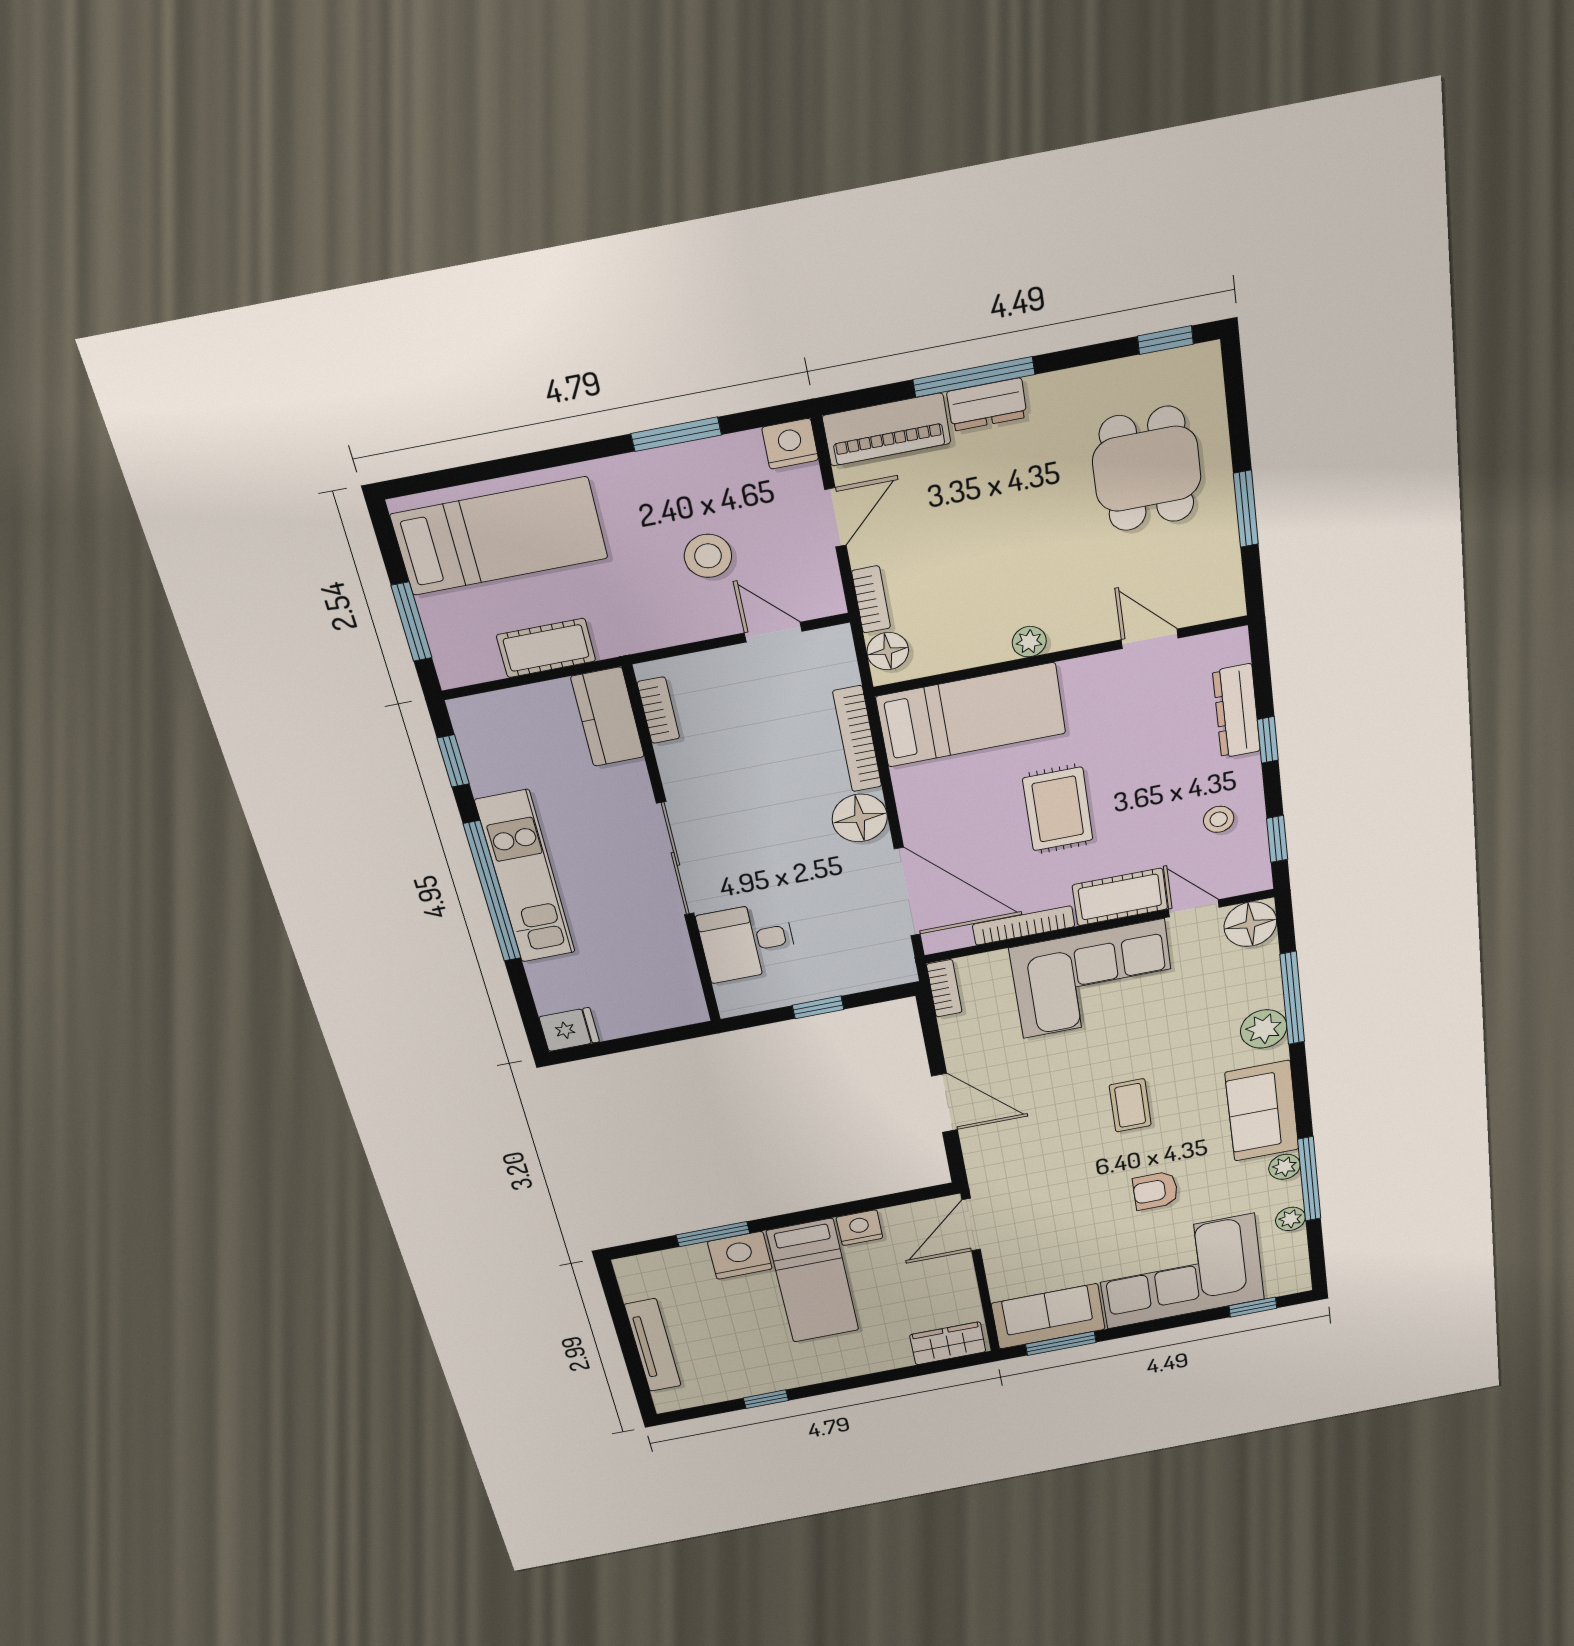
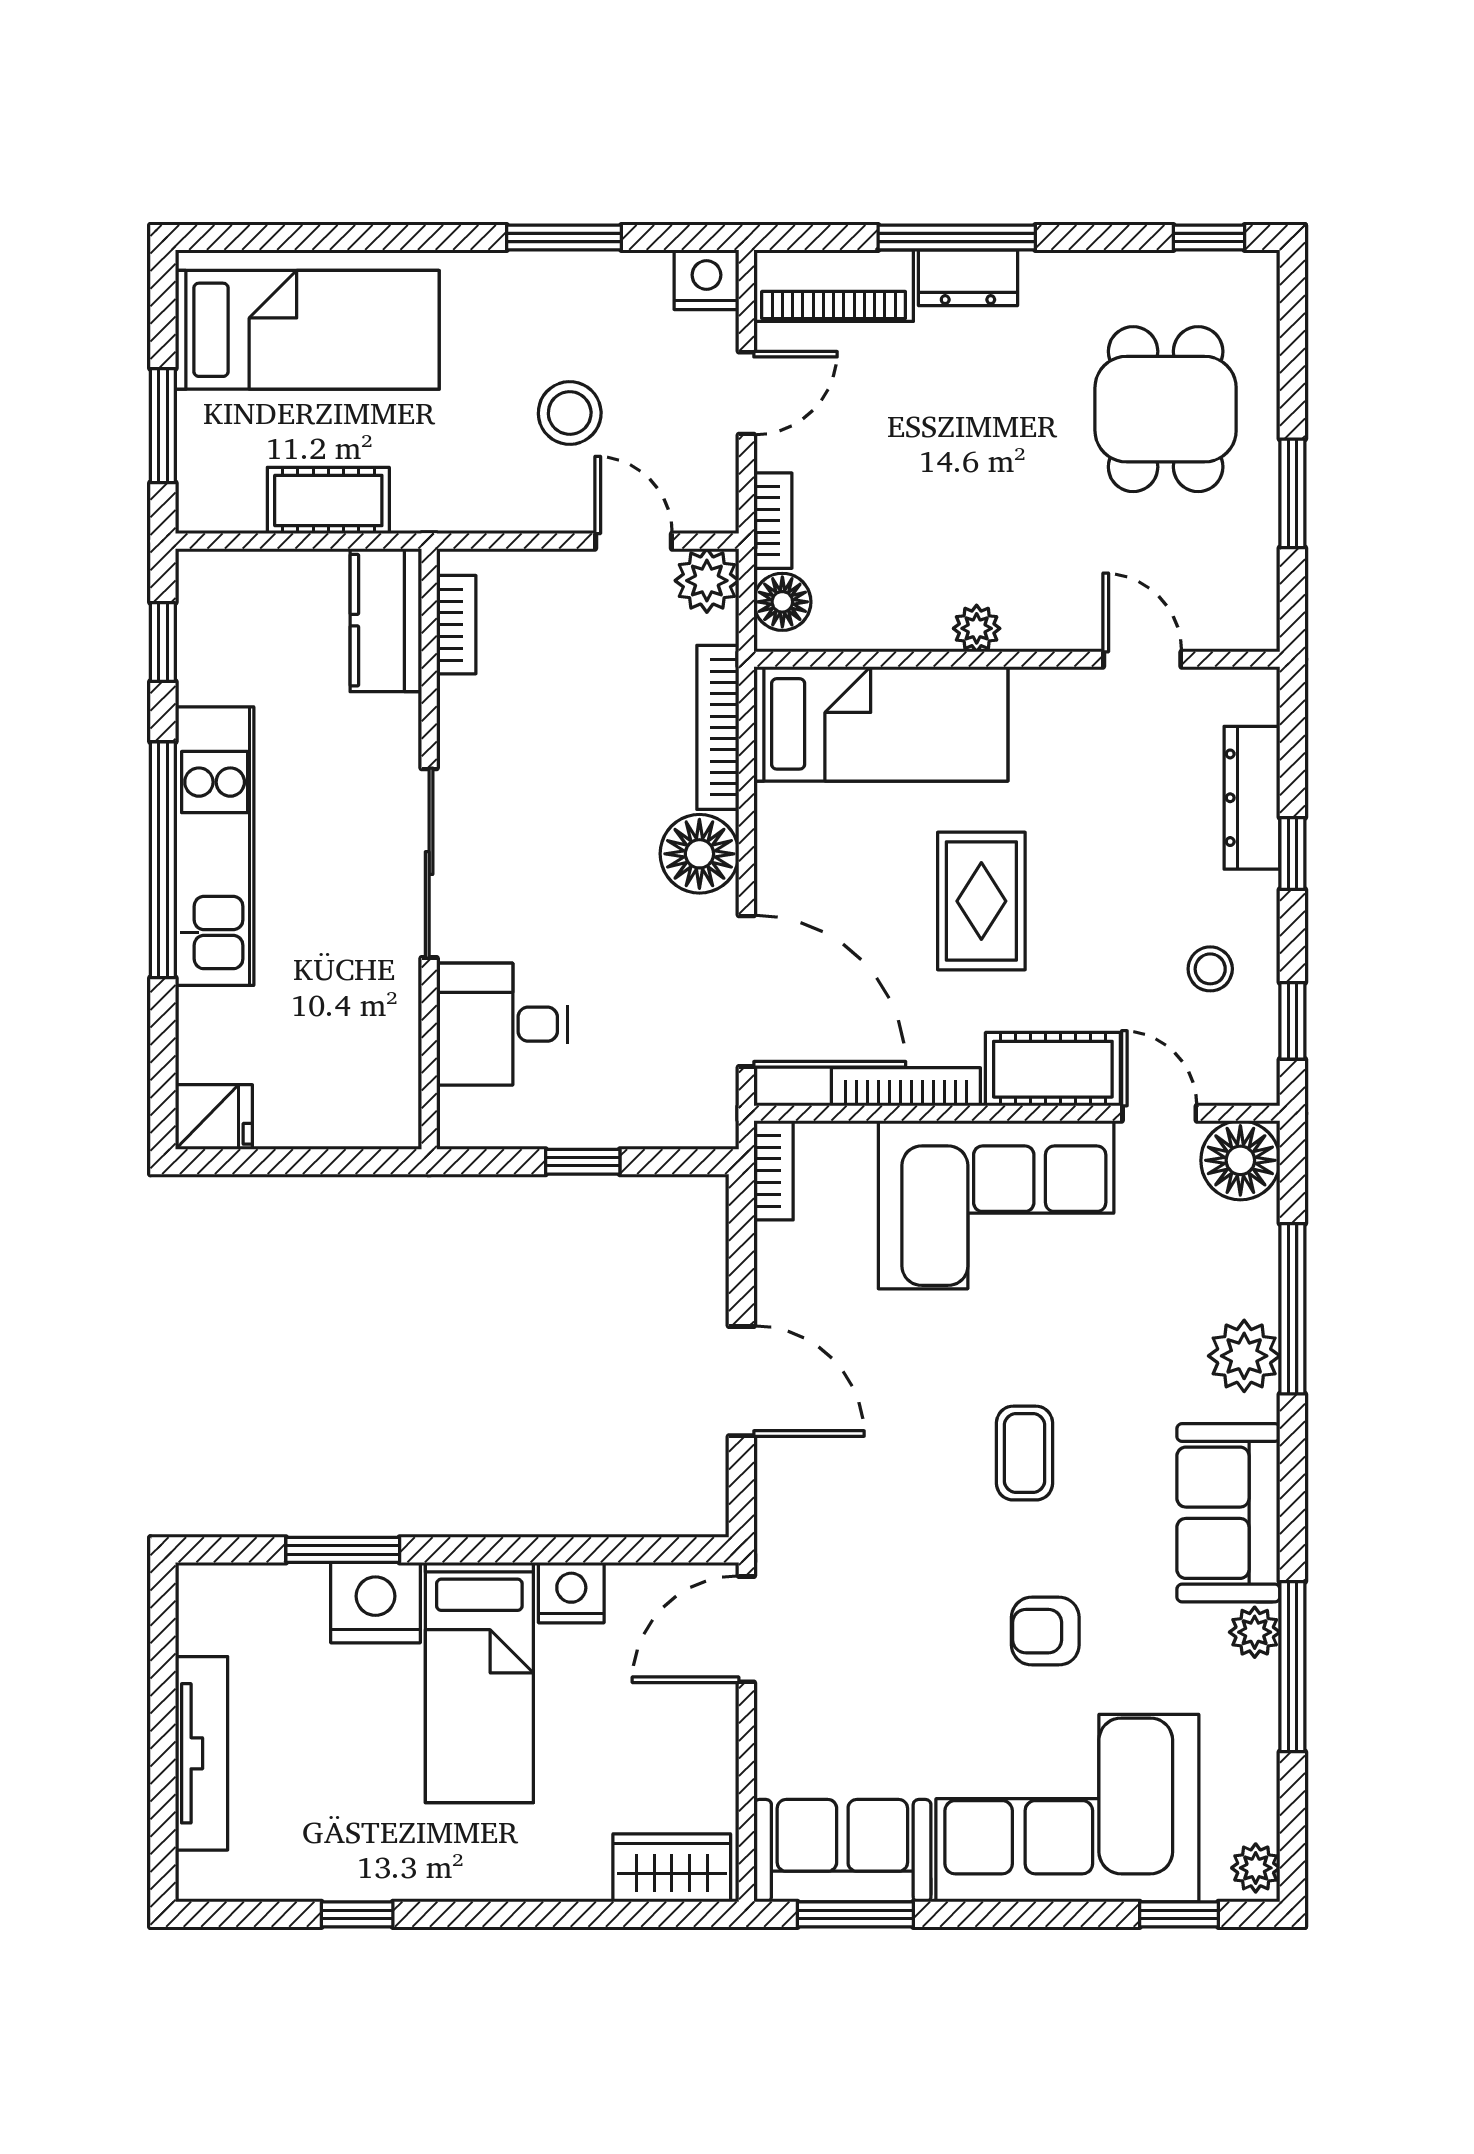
plant: (831, 648) -> (707, 581), added
plant: (1290, 1219) -> (1256, 1868), moved

